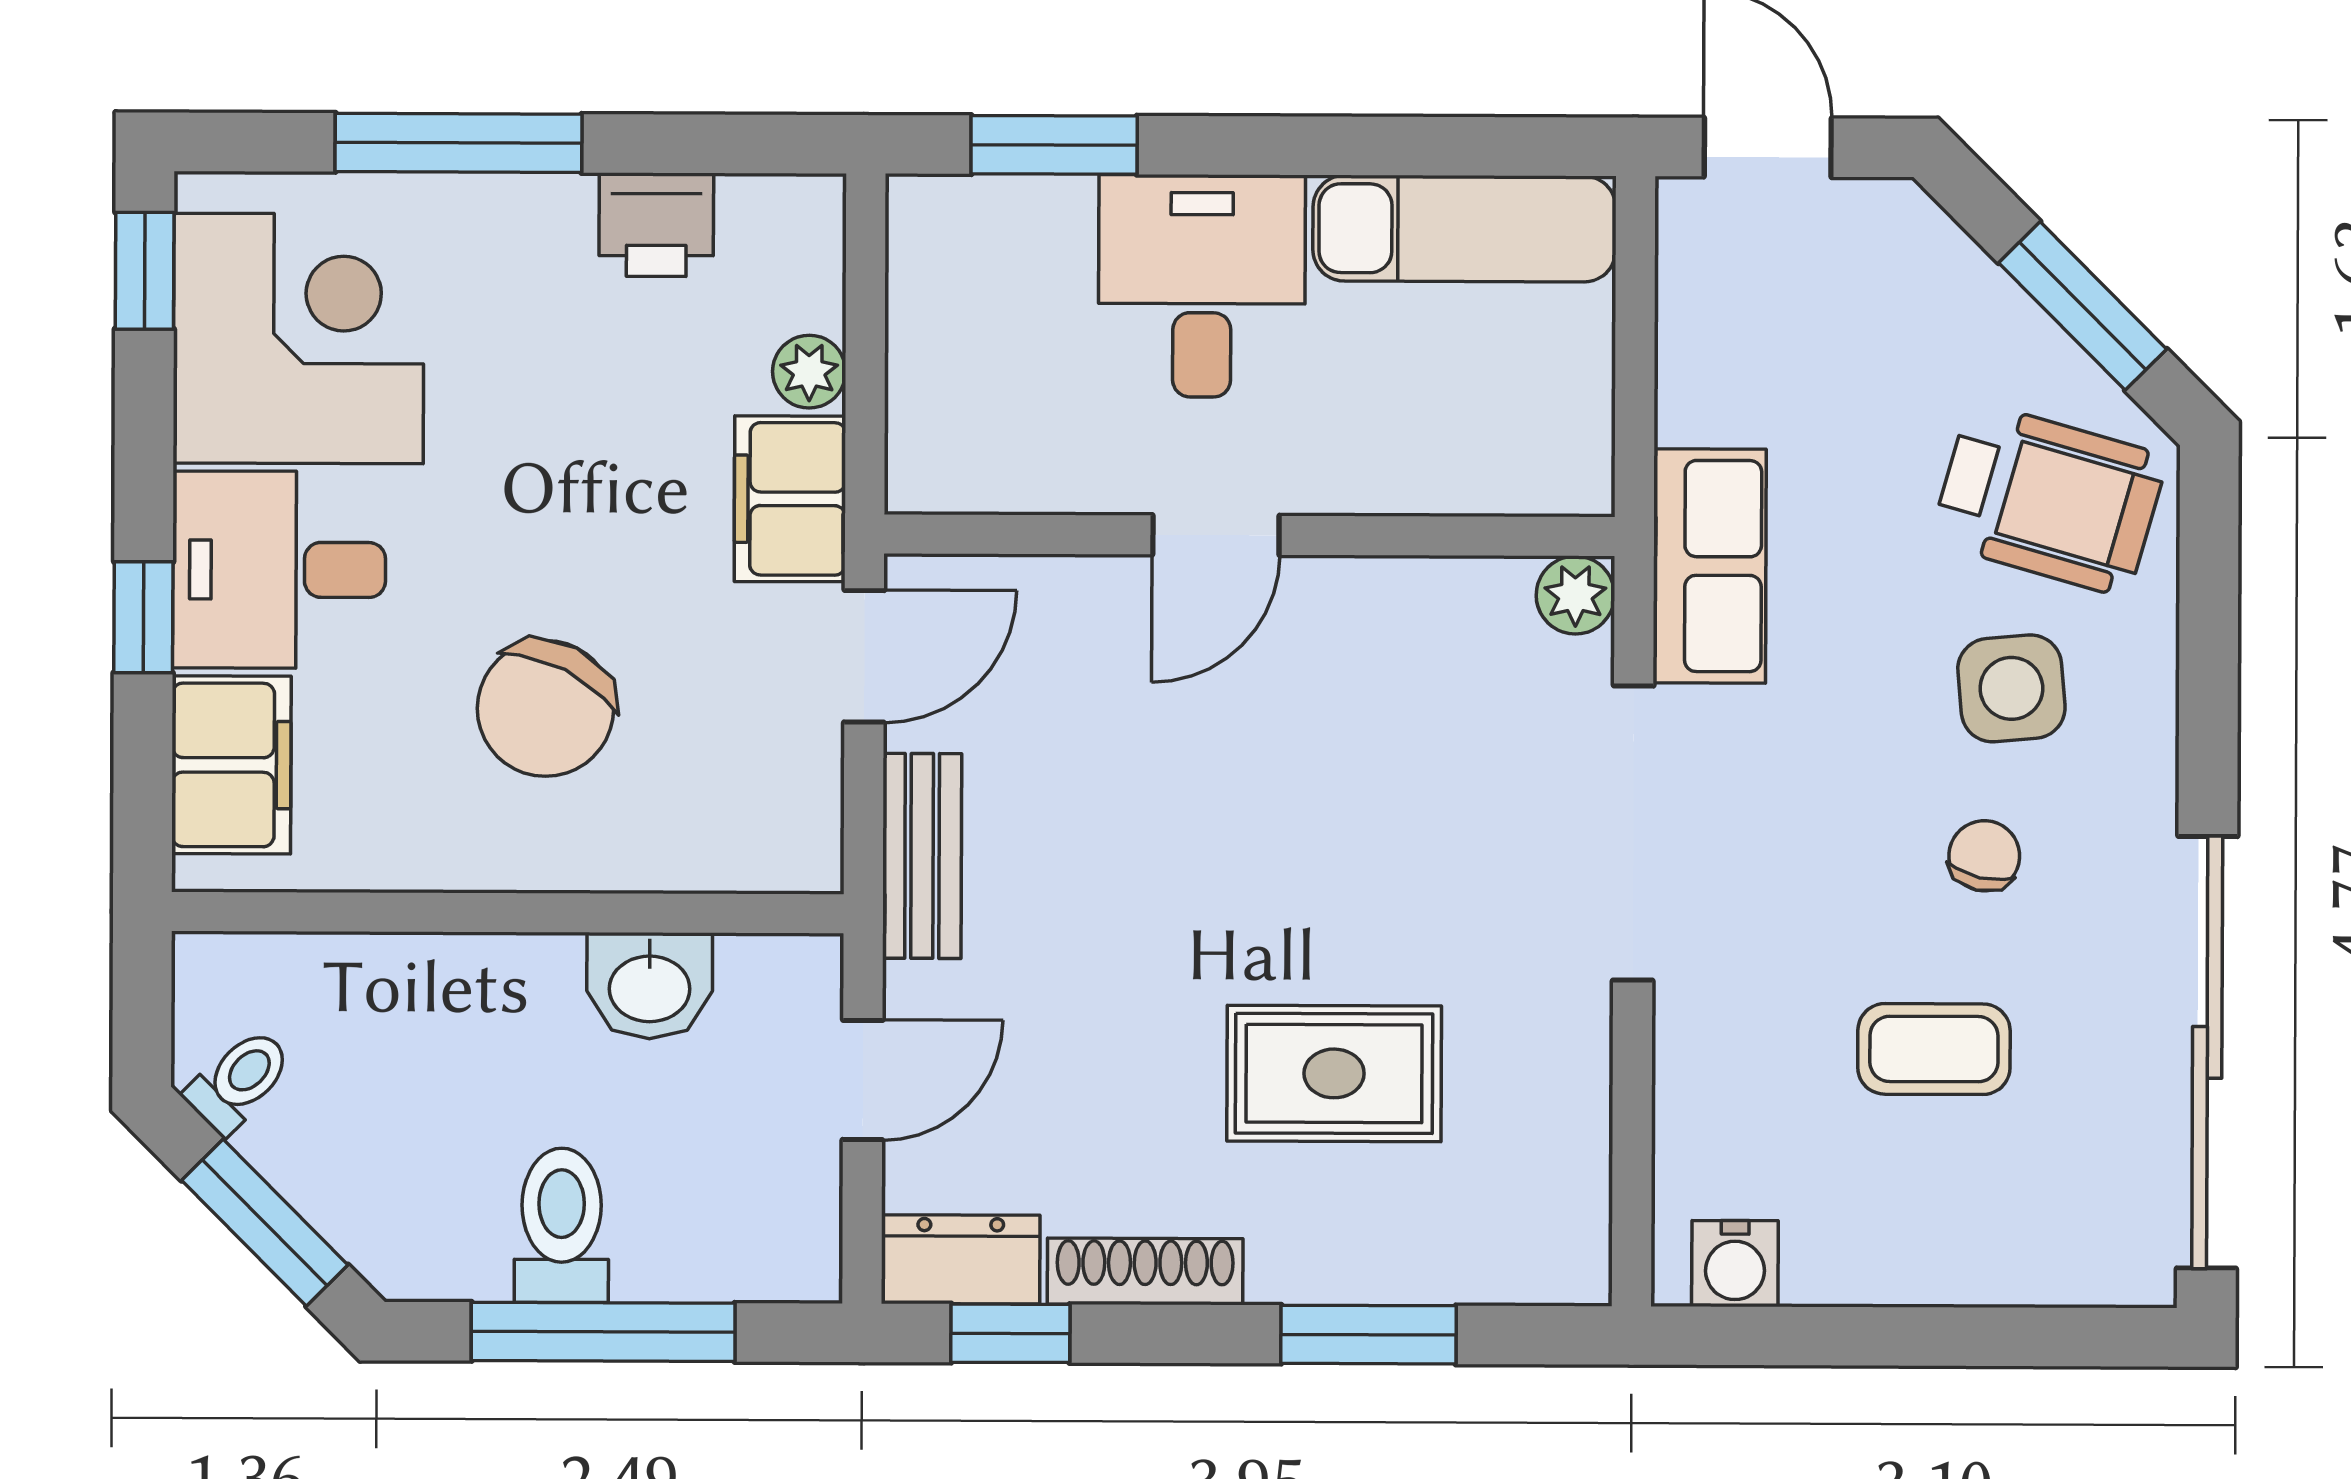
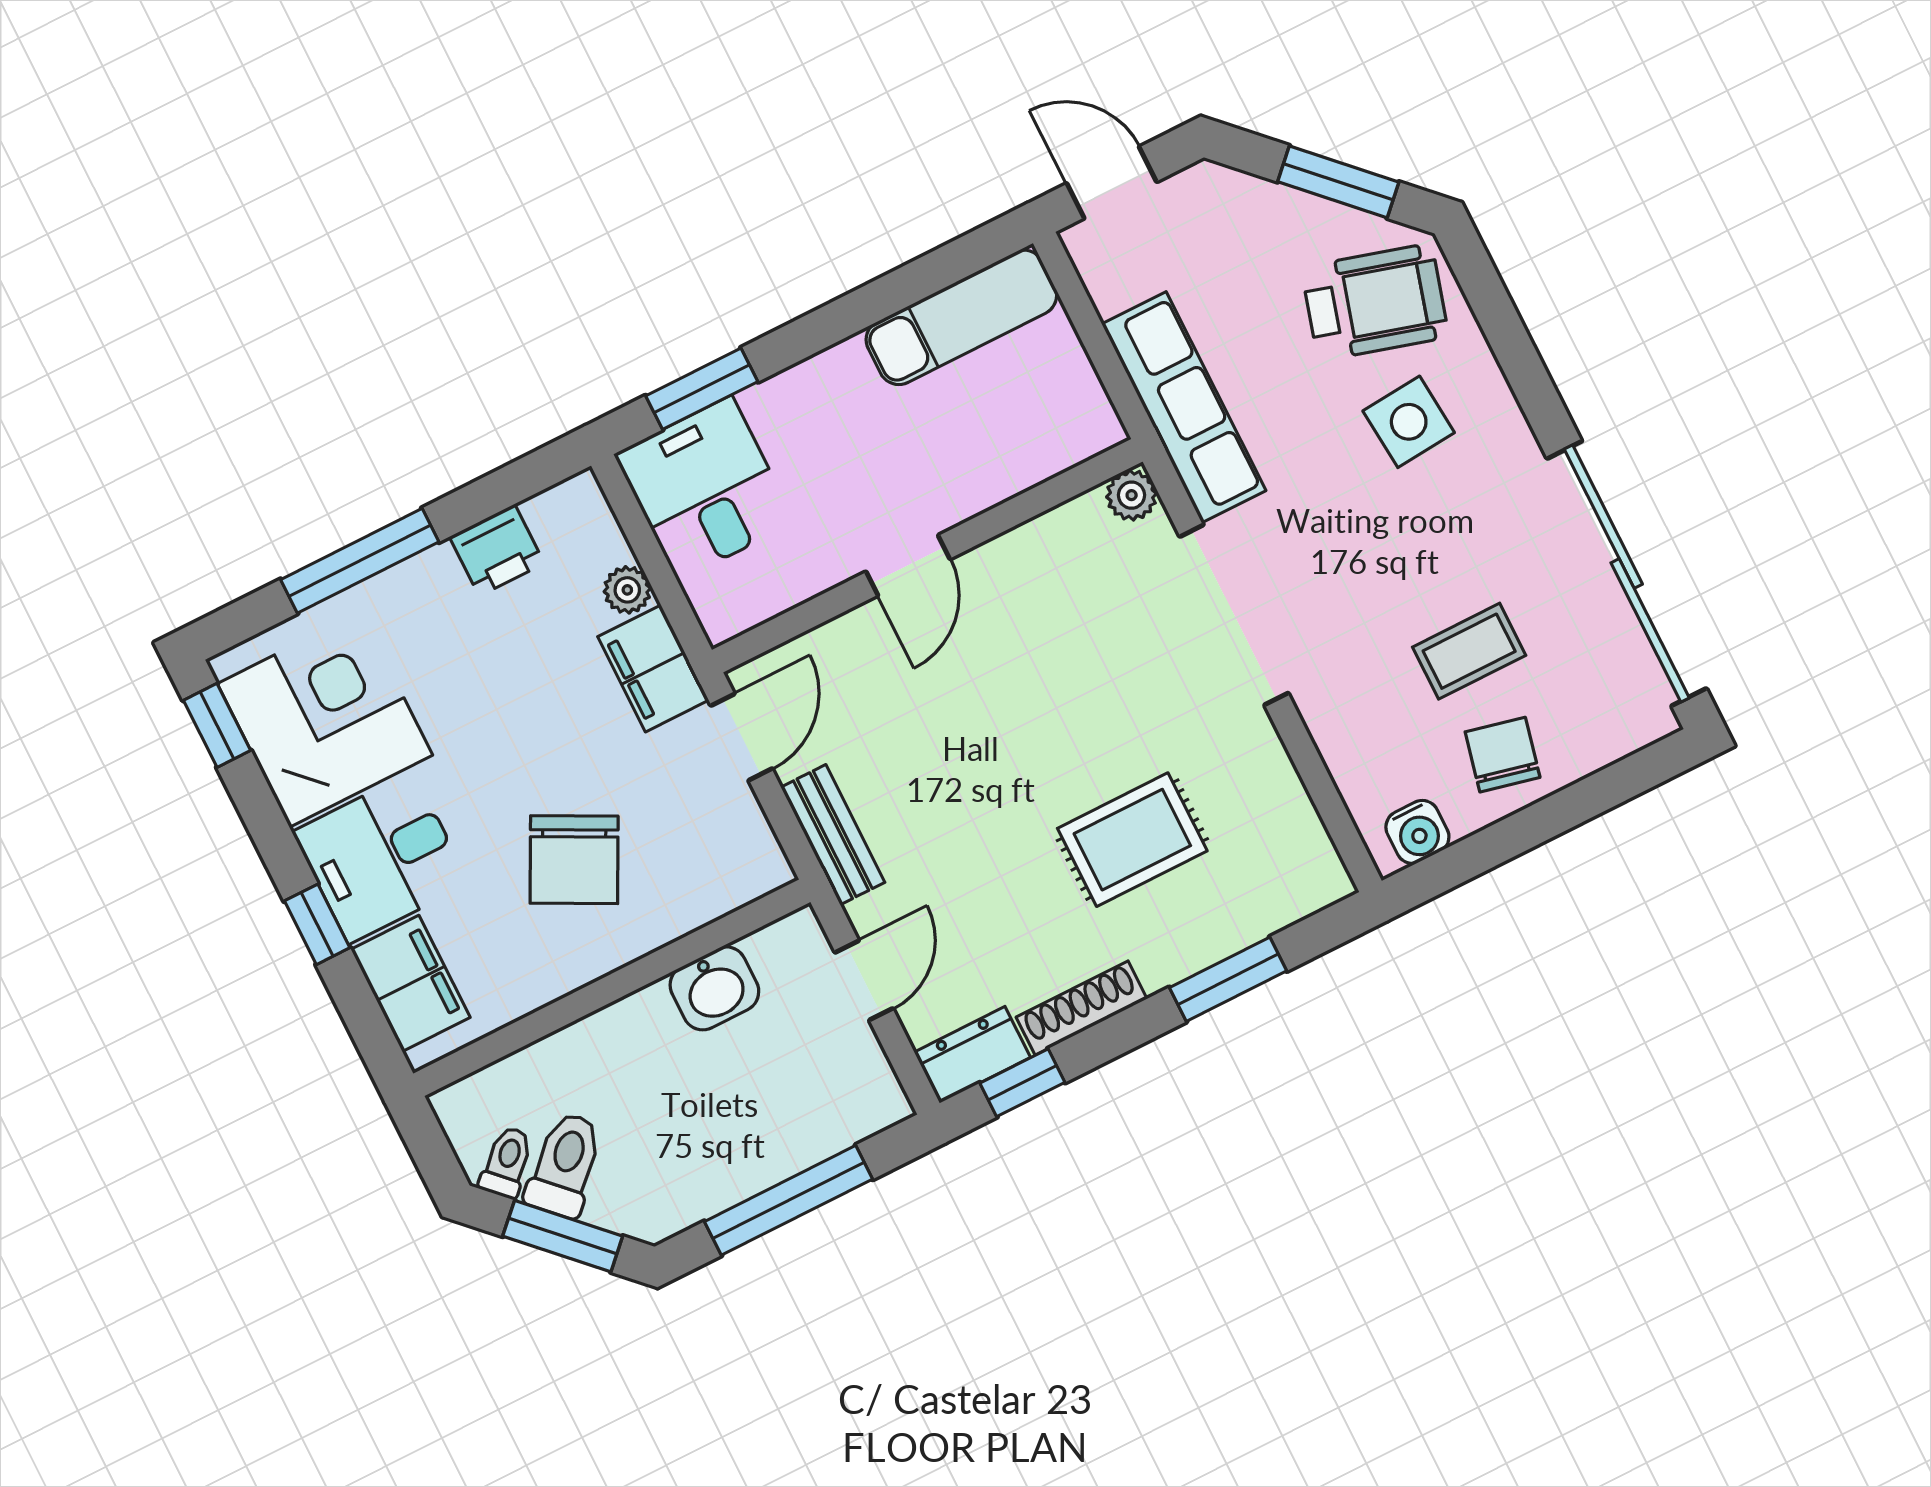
desk: (1202, 286) -> (705, 488), moved
row of seats: (1710, 566) -> (1184, 407), width x1.48
chair: (1984, 856) -> (1503, 755), moved, width x1.37, depth x1.37
toilet: (562, 1225) -> (565, 1165), moved, turned 45

